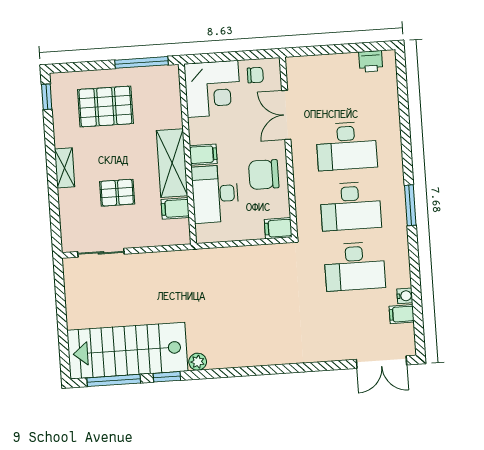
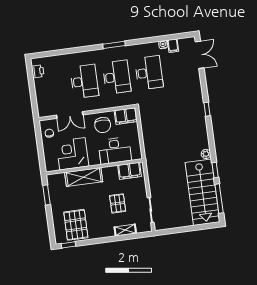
window: (141, 62) -> (47, 195), width x0.69
corner desk: (213, 89) -> (72, 154), moved, turned -90
pallet: (105, 107) -> (76, 225), moved
filing cabinet: (203, 155) -> (94, 158), removed
shelving: (172, 163) -> (84, 177), moved
shelving: (65, 168) -> (125, 230), moved
filing cabinet: (175, 208) -> (130, 171), width x2.00
filing cabinet: (278, 228) -> (126, 116), width x2.00
window: (280, 369) -> (207, 109), added

